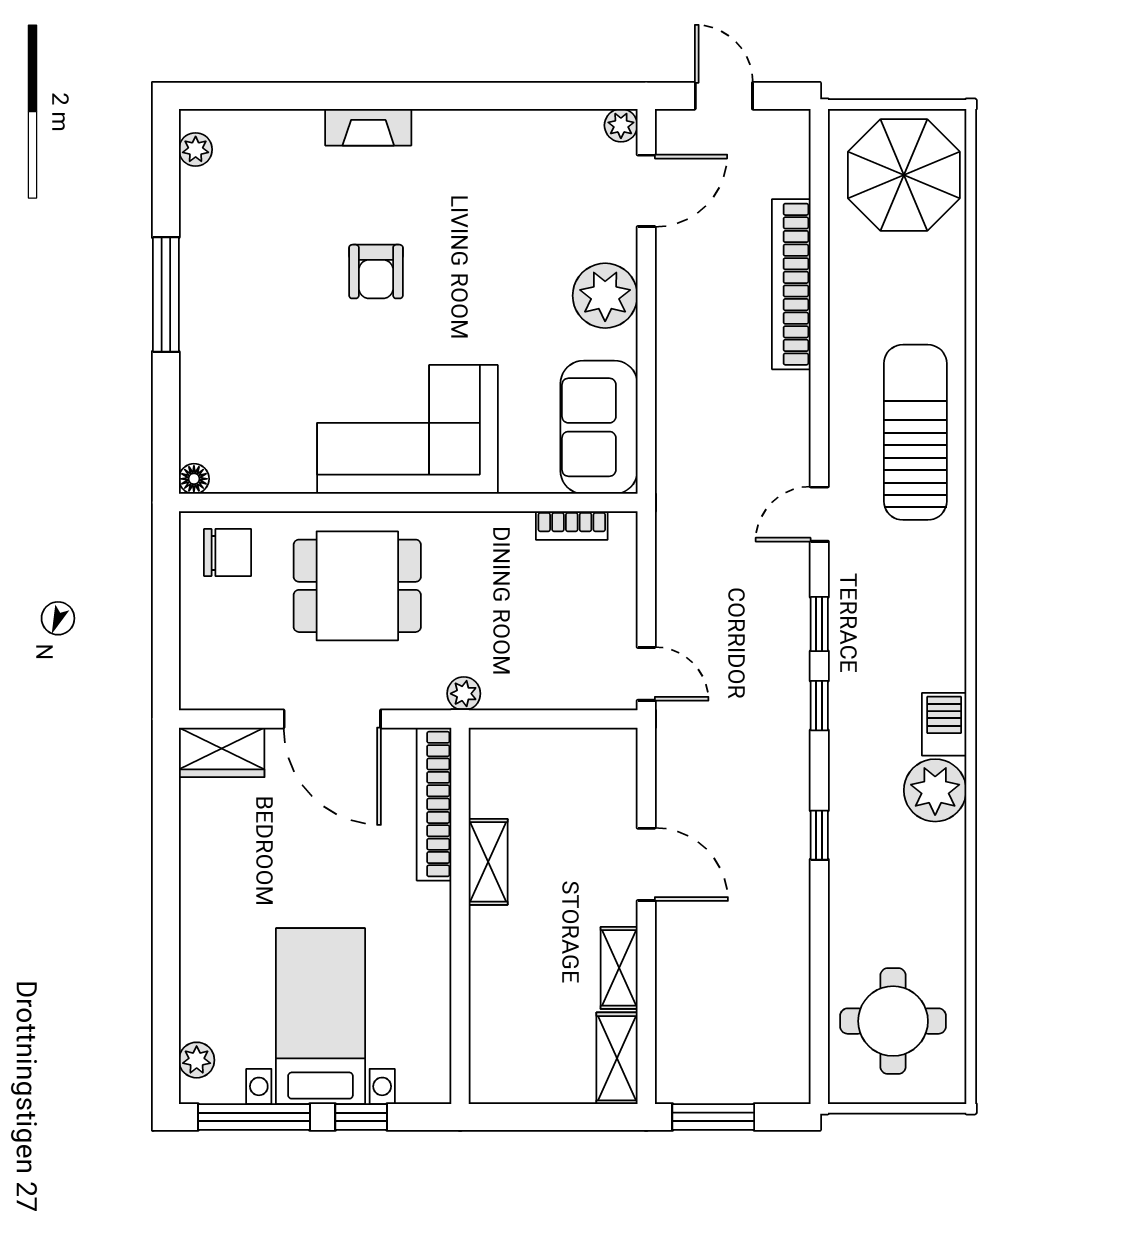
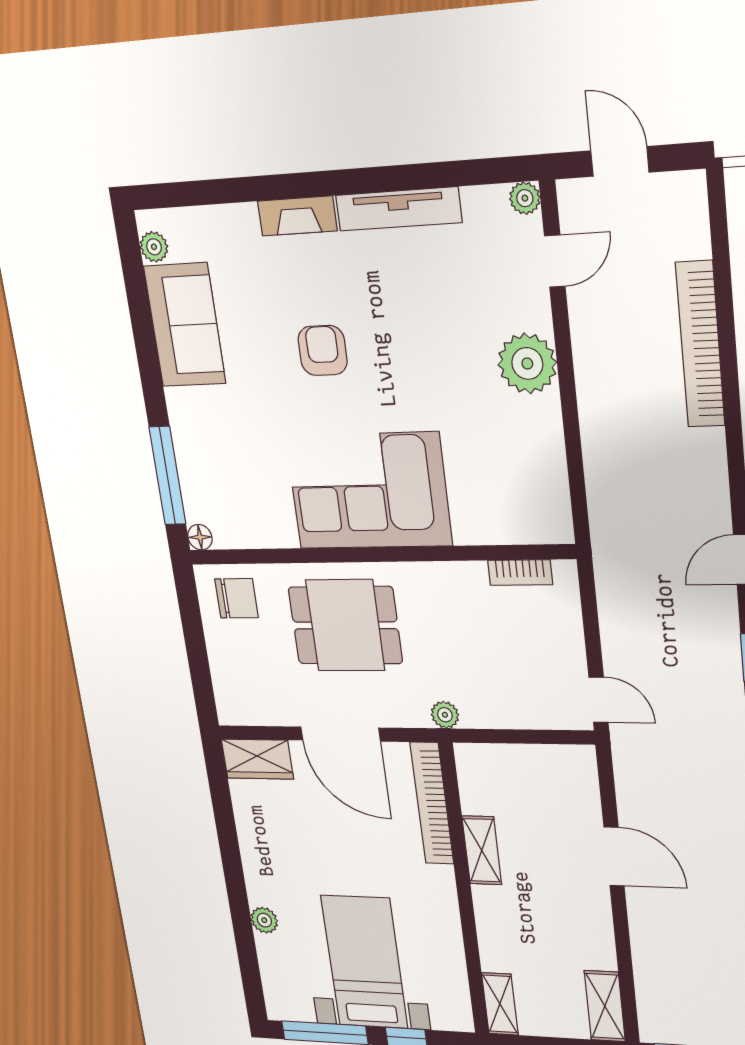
tv unit: (483, 127) -> (399, 209), added
door: (646, 191) -> (555, 261), width x0.73
armchair: (376, 272) -> (323, 350), turned 180
window: (166, 295) -> (167, 476), moved
sofa: (599, 427) -> (185, 325), moved, turned 180
shelving: (619, 968) -> (500, 1004), moved
plant: (197, 1060) -> (264, 920), moved

